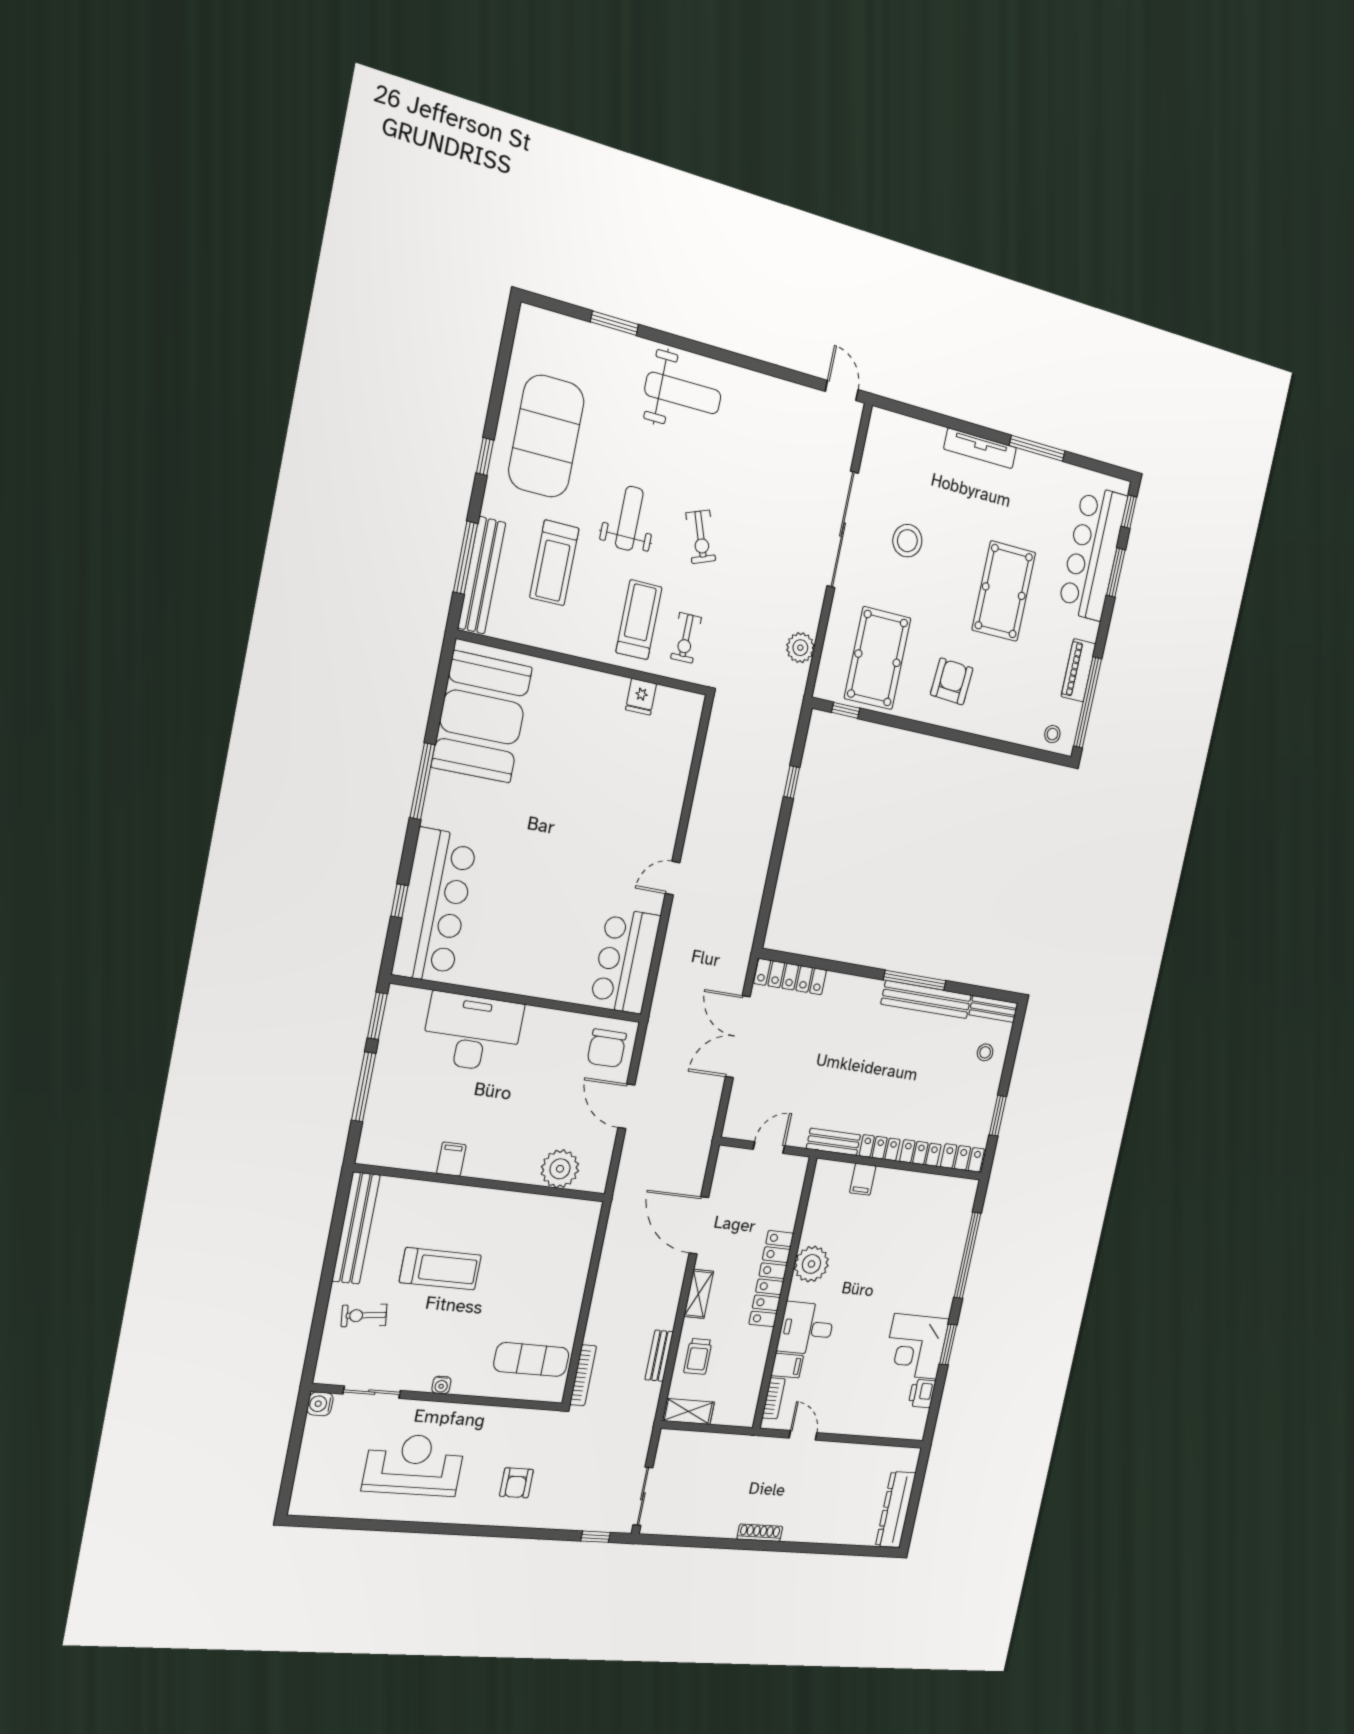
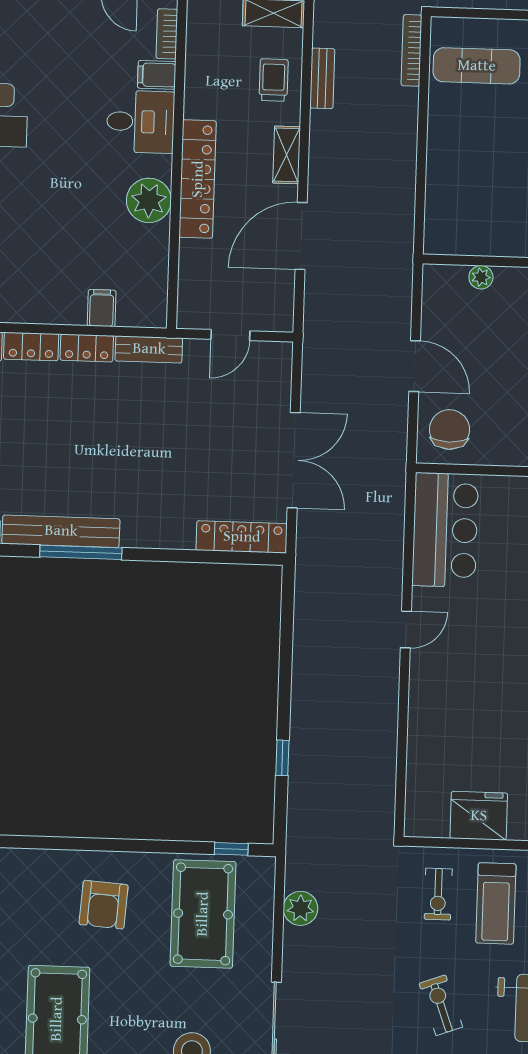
exercise bike: (686, 638) -> (438, 894), turned 180
fridge: (641, 697) -> (479, 816), width x1.88, depth x1.34
plant: (560, 1169) -> (481, 277), width x0.53, depth x0.53
door: (699, 1225) -> (301, 236), swing flipped

